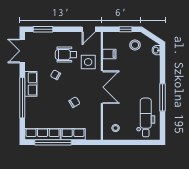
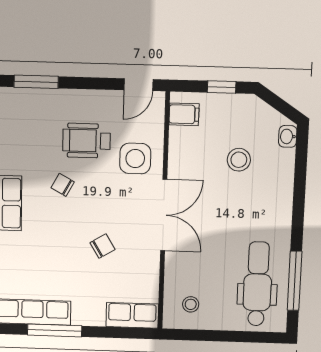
stool: (135, 45) -> (239, 160), moved
filing cabinet: (109, 54) -> (184, 114), moved
window: (163, 97) -> (295, 281), moved
row of seats: (73, 134) -> (132, 315), moved
window: (53, 142) -> (55, 330), width x0.68

